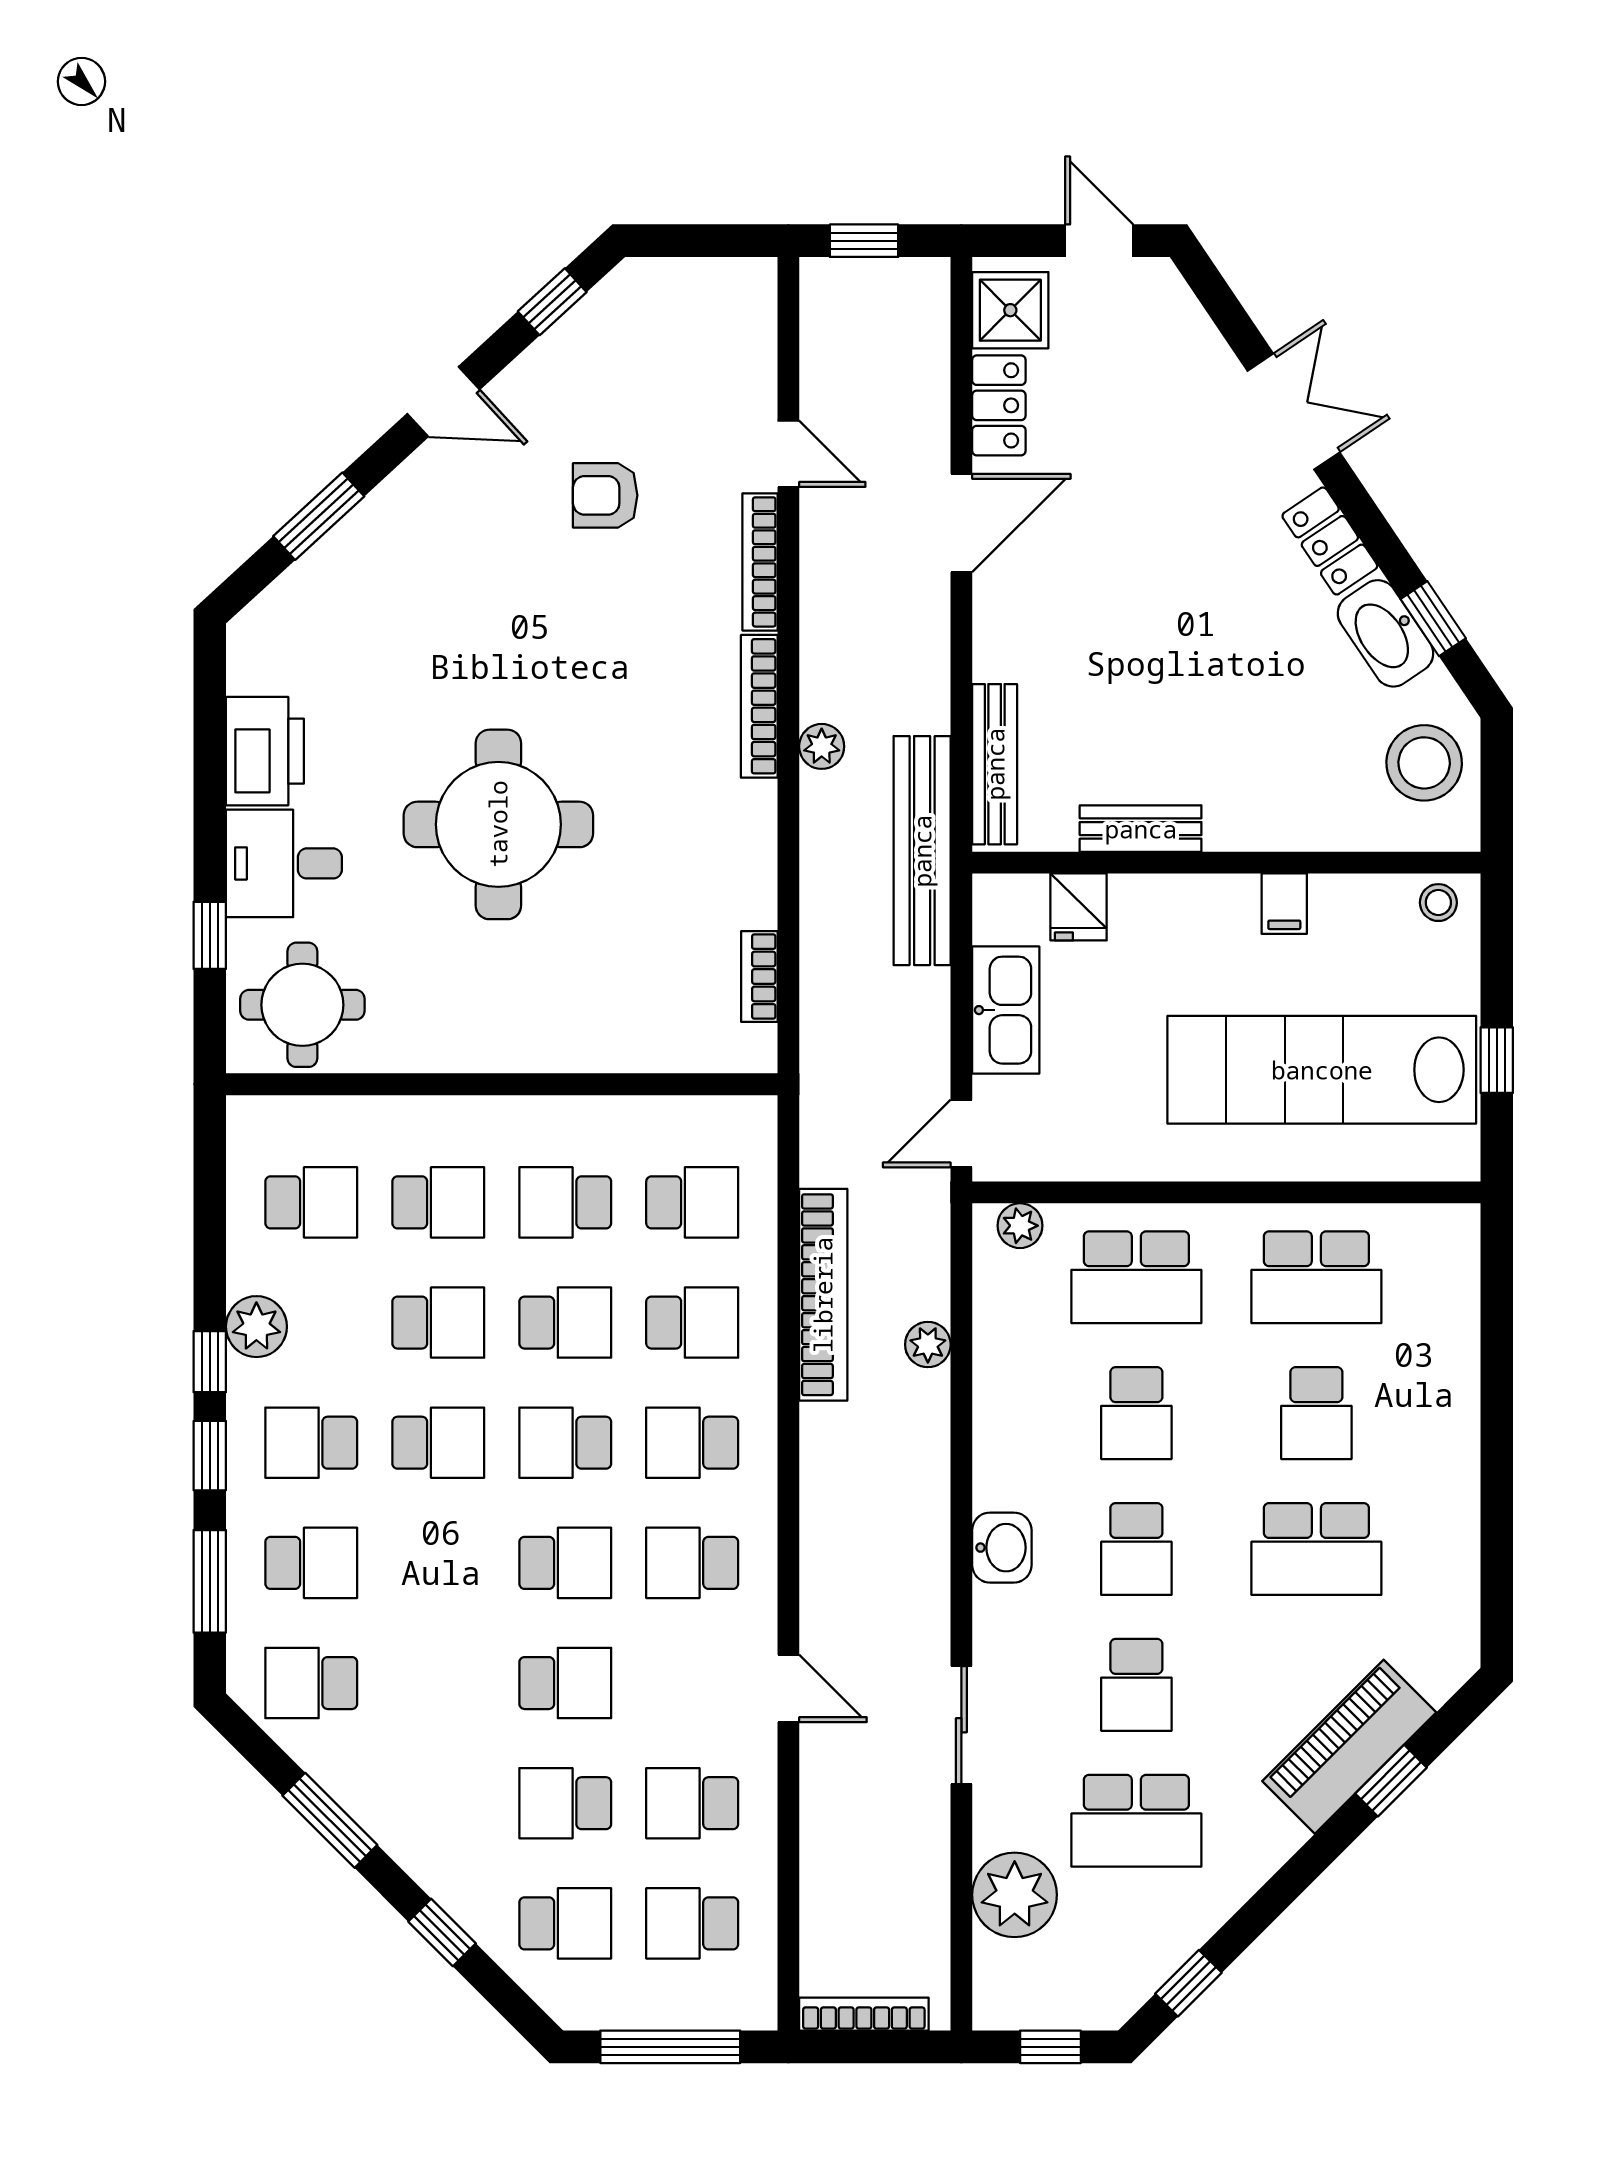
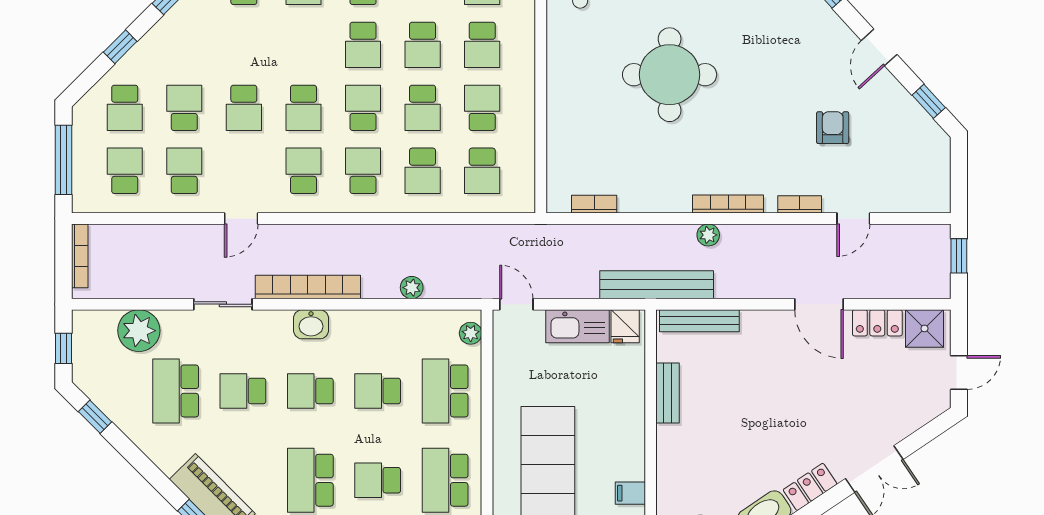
bookcase: (760, 562) -> (800, 204), width x0.64
filing cabinet: (1284, 904) -> (630, 493), moved
fridge: (1079, 907) -> (625, 326), moved, turned -90
bookcase: (823, 1295) -> (308, 287), moved, turned 180

